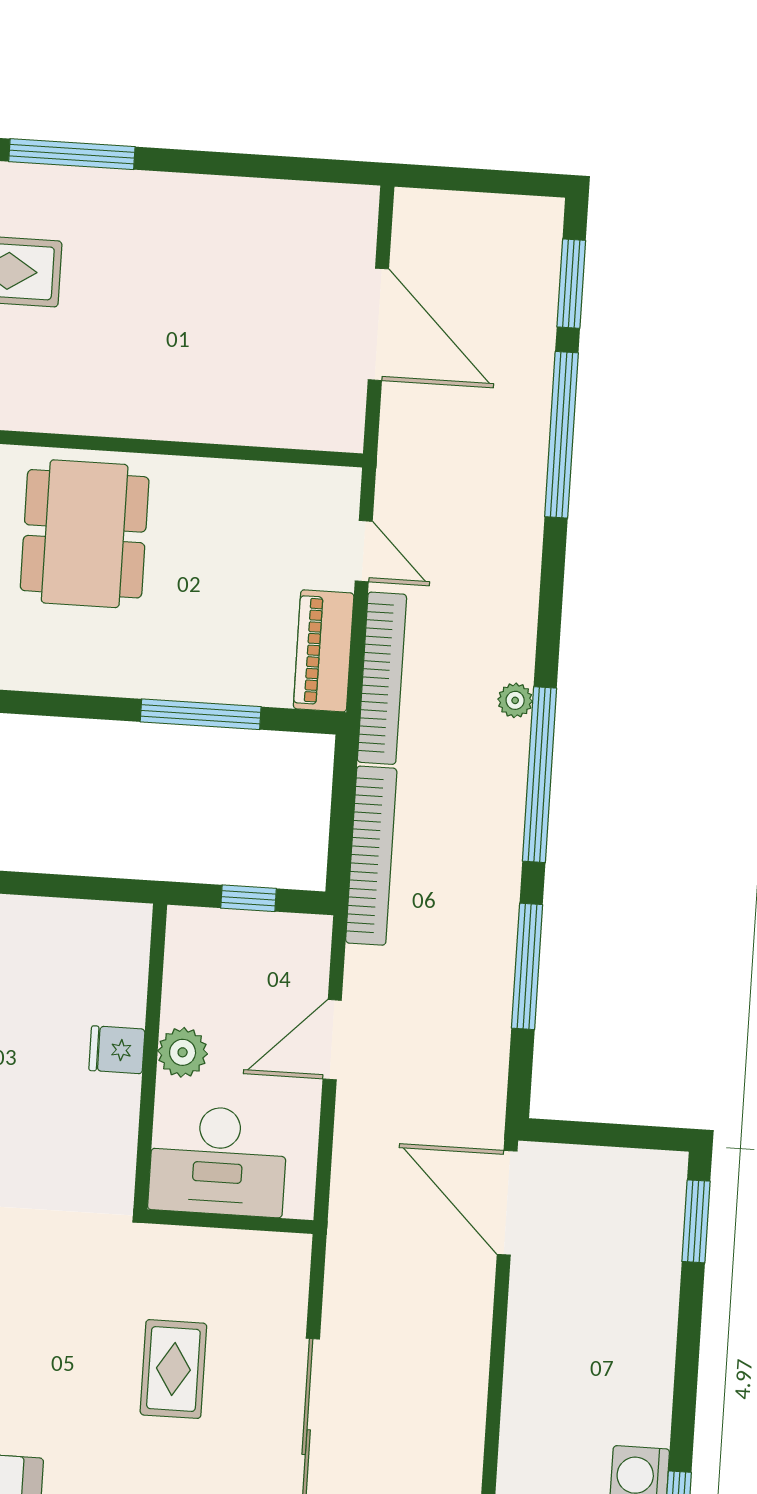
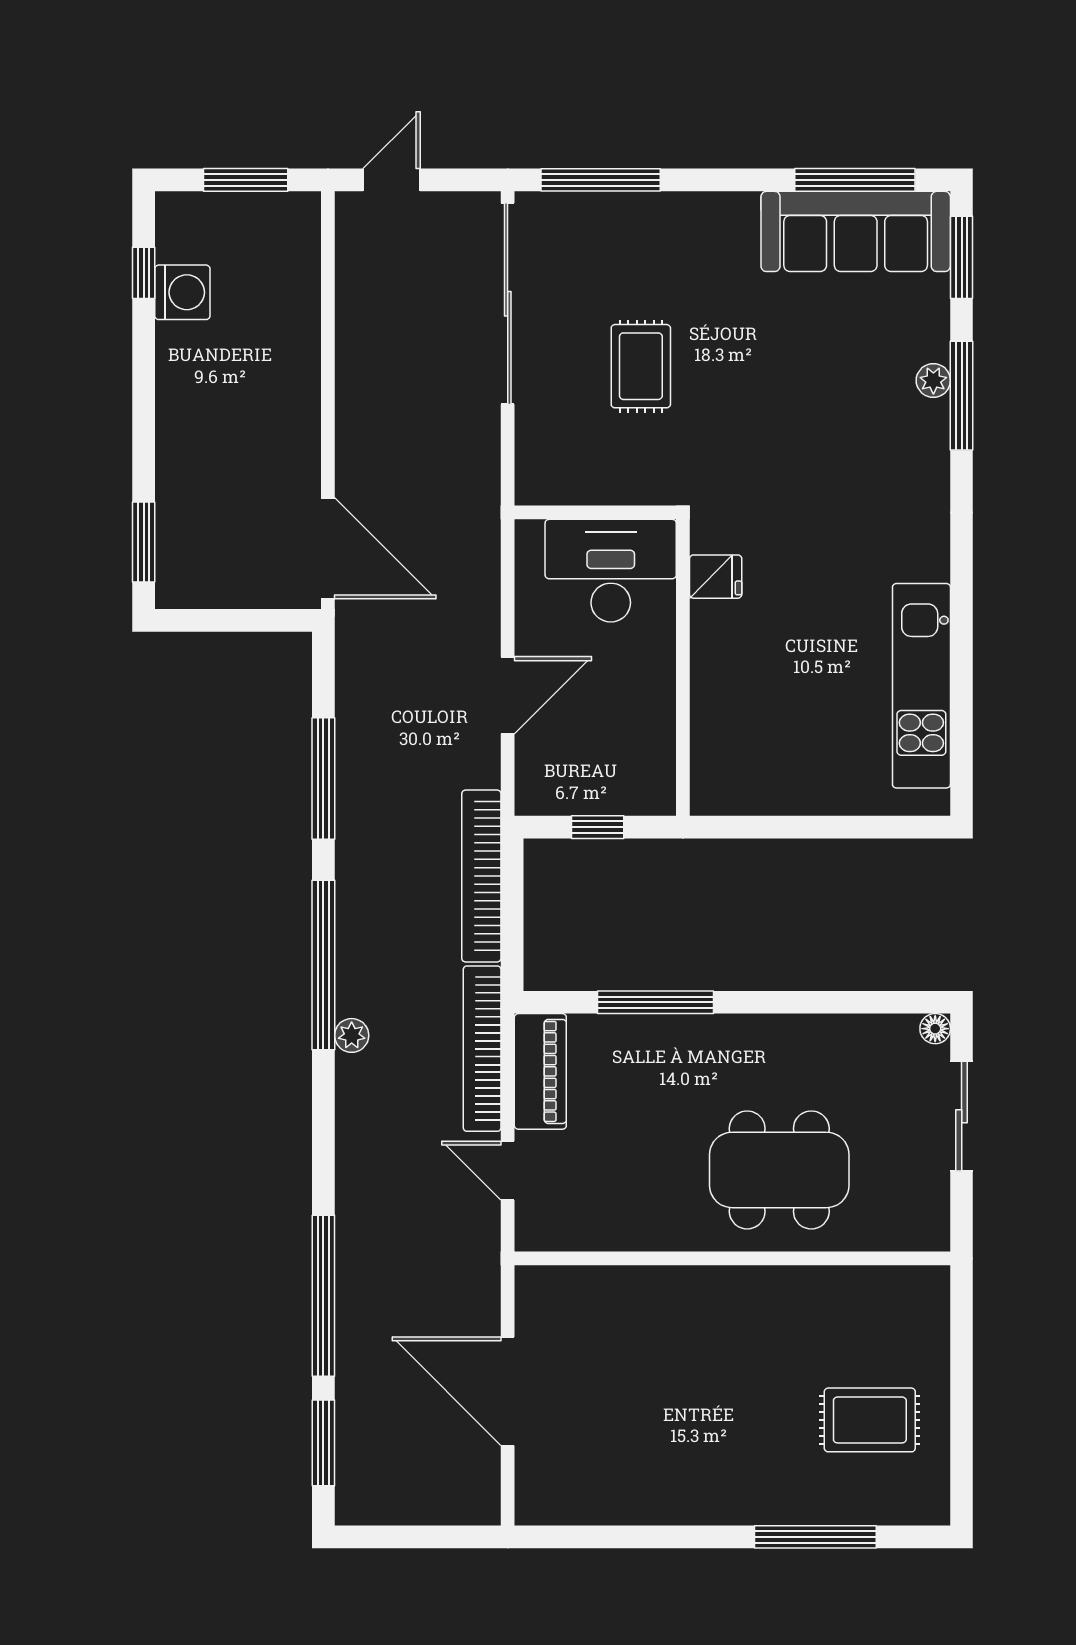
dining table: (85, 534) -> (779, 1170), turned 90
fridge: (117, 1050) -> (716, 577), moved
plant: (183, 1052) -> (652, 674), removed

